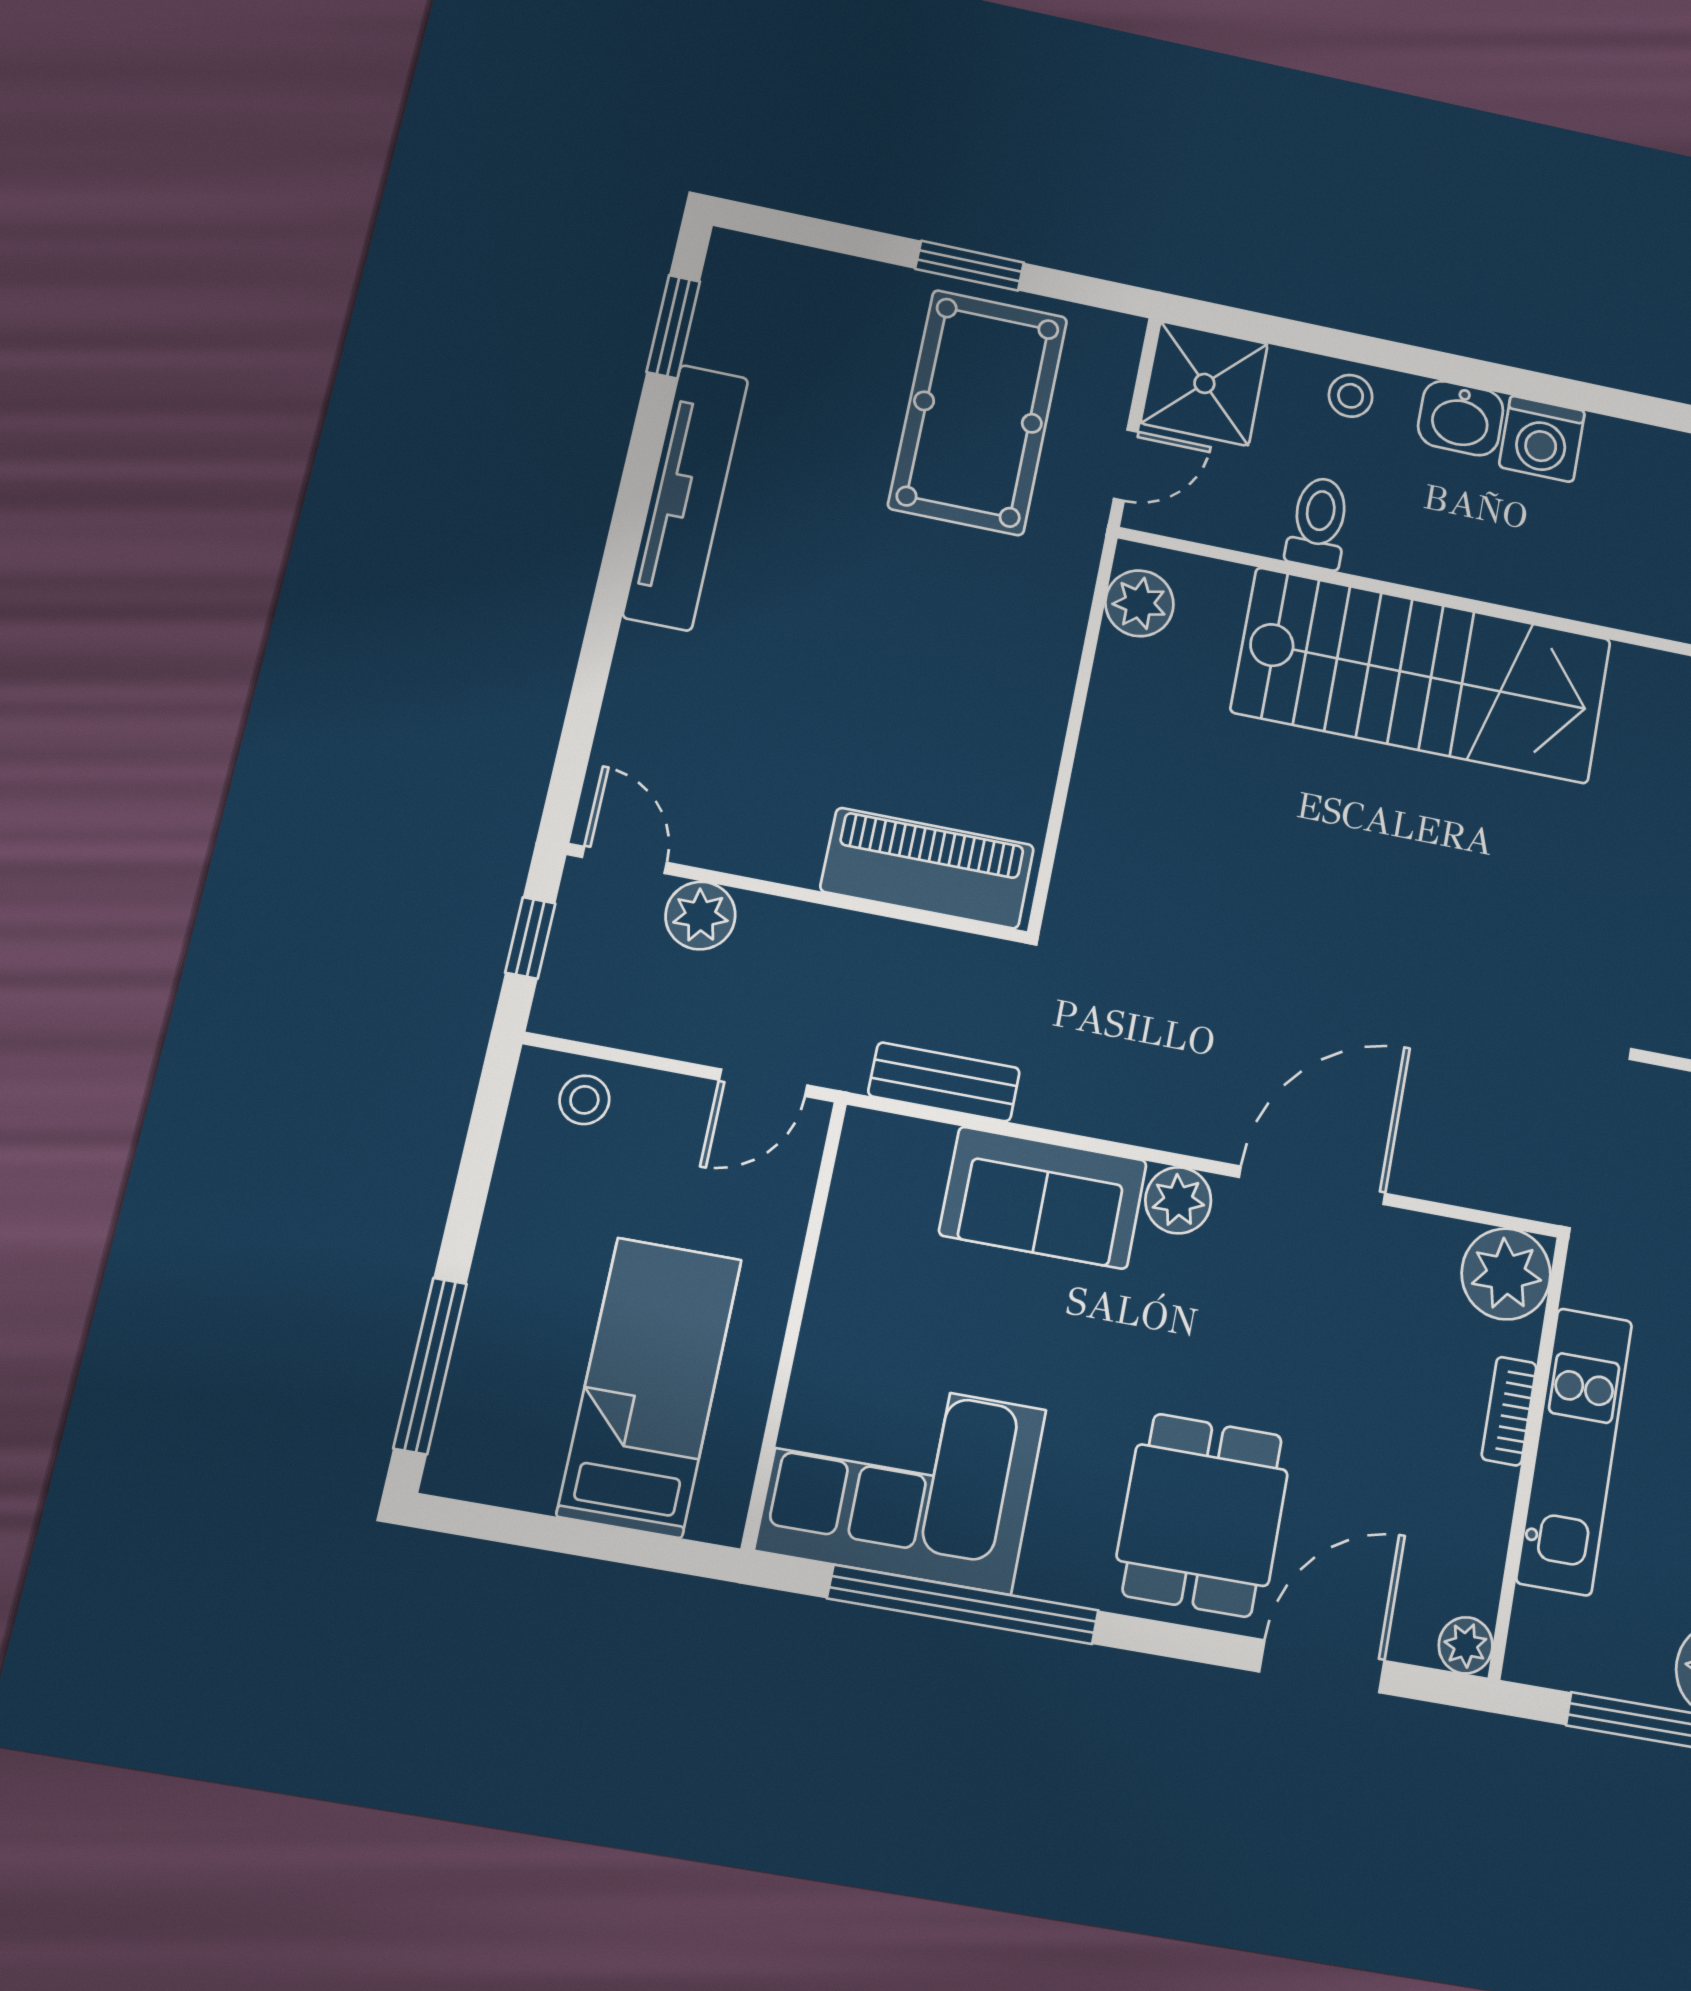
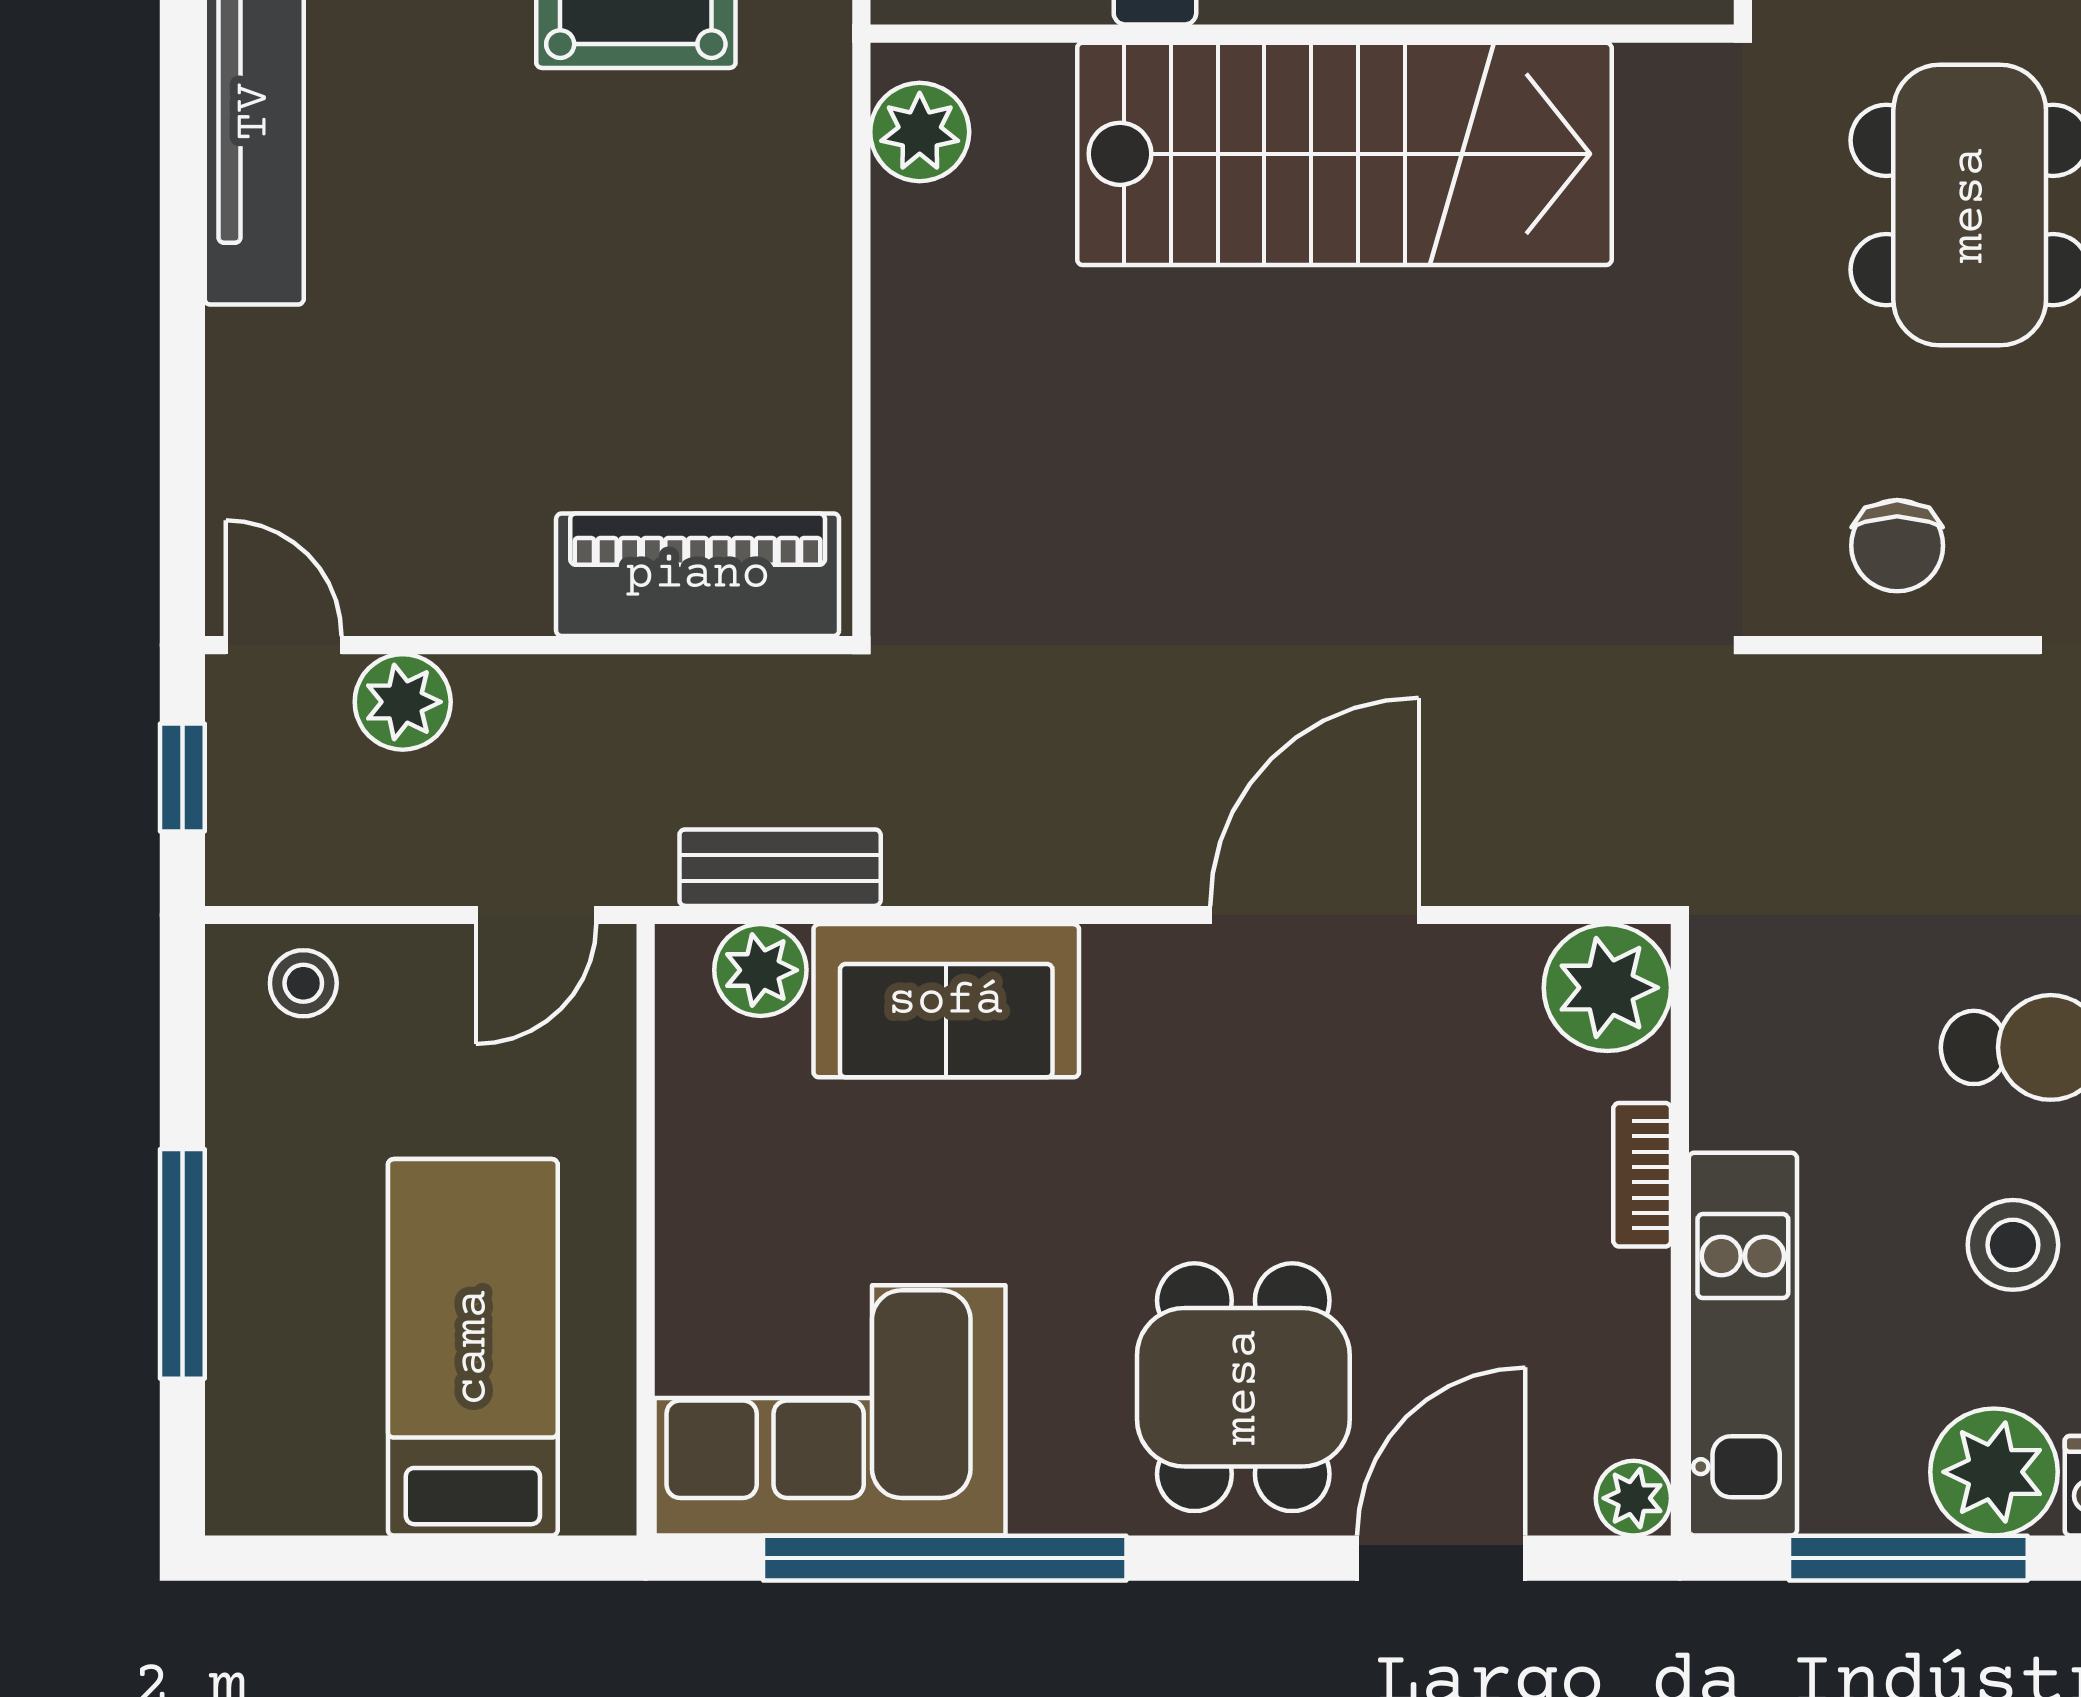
plant: (1178, 1200) -> (760, 970), moved
window: (430, 1366) -> (182, 1264), moved
kitchen unit: (1575, 1451) -> (1743, 1344), moved

